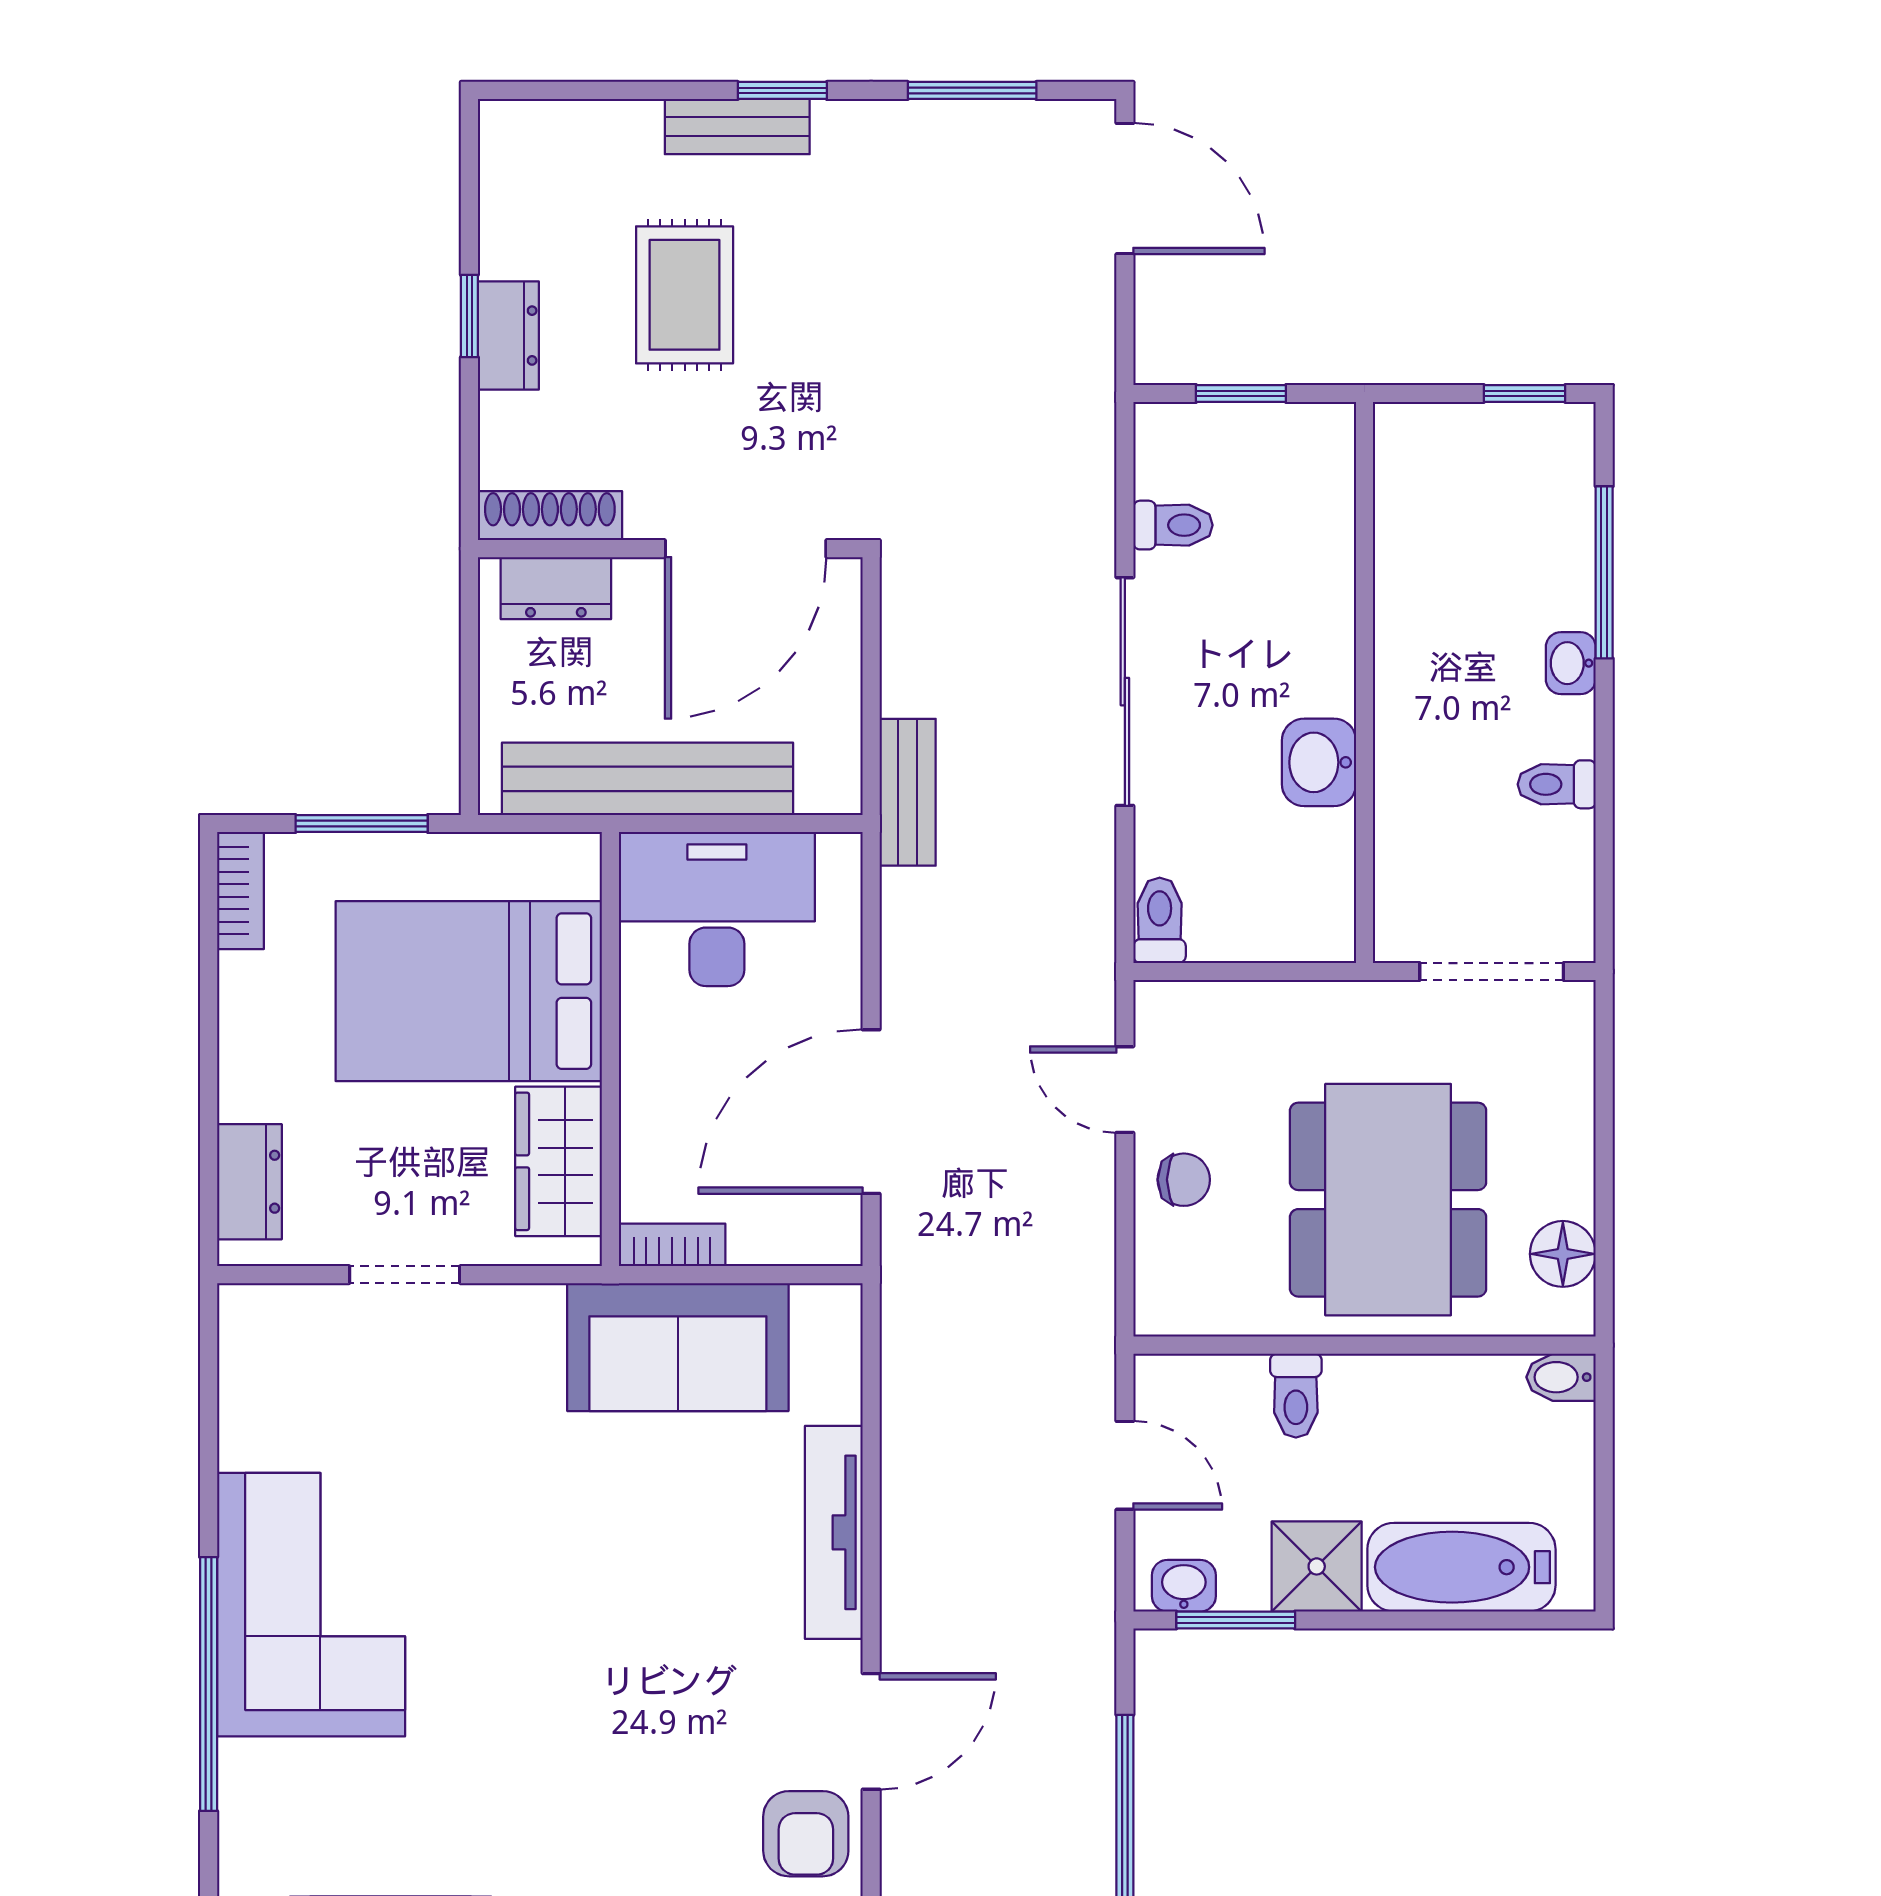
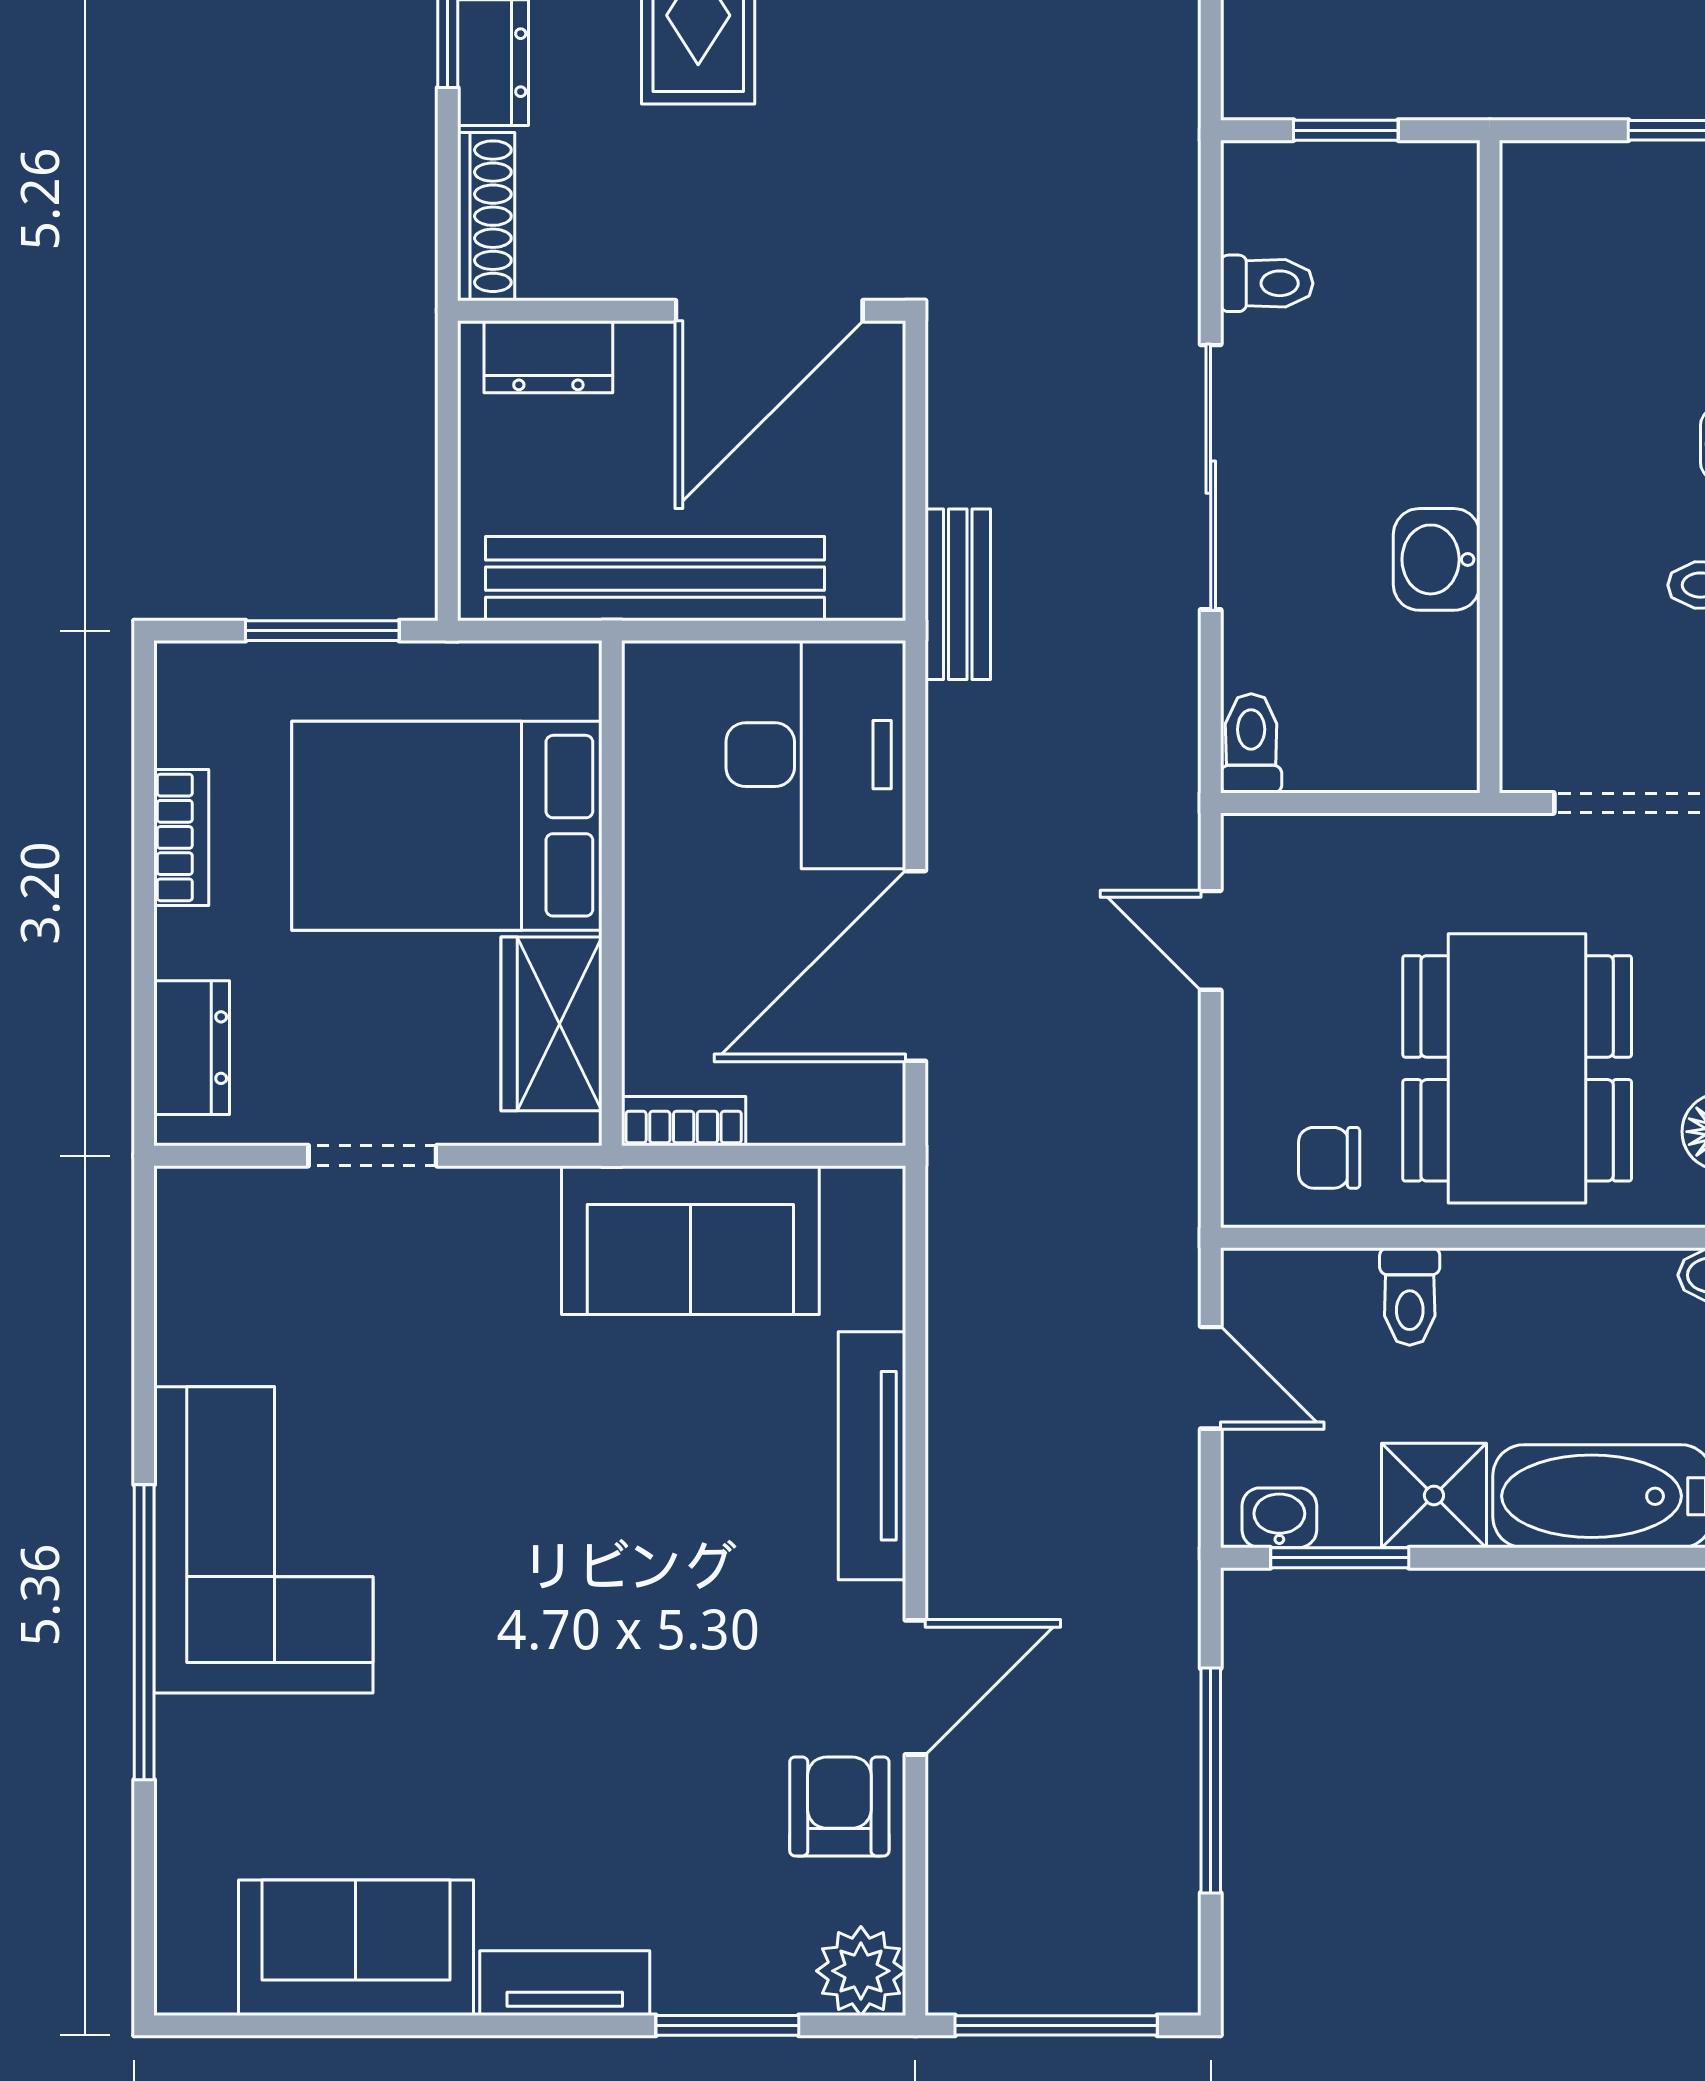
shoe rack: (550, 516) -> (486, 216), moved, turned 90
bookcase: (240, 891) -> (181, 837), moved
desk: (717, 909) -> (816, 755), moved, turned 90
chair: (1184, 1180) -> (1329, 1158), moved, turned 180
armchair: (806, 1834) -> (839, 1806), turned 180

